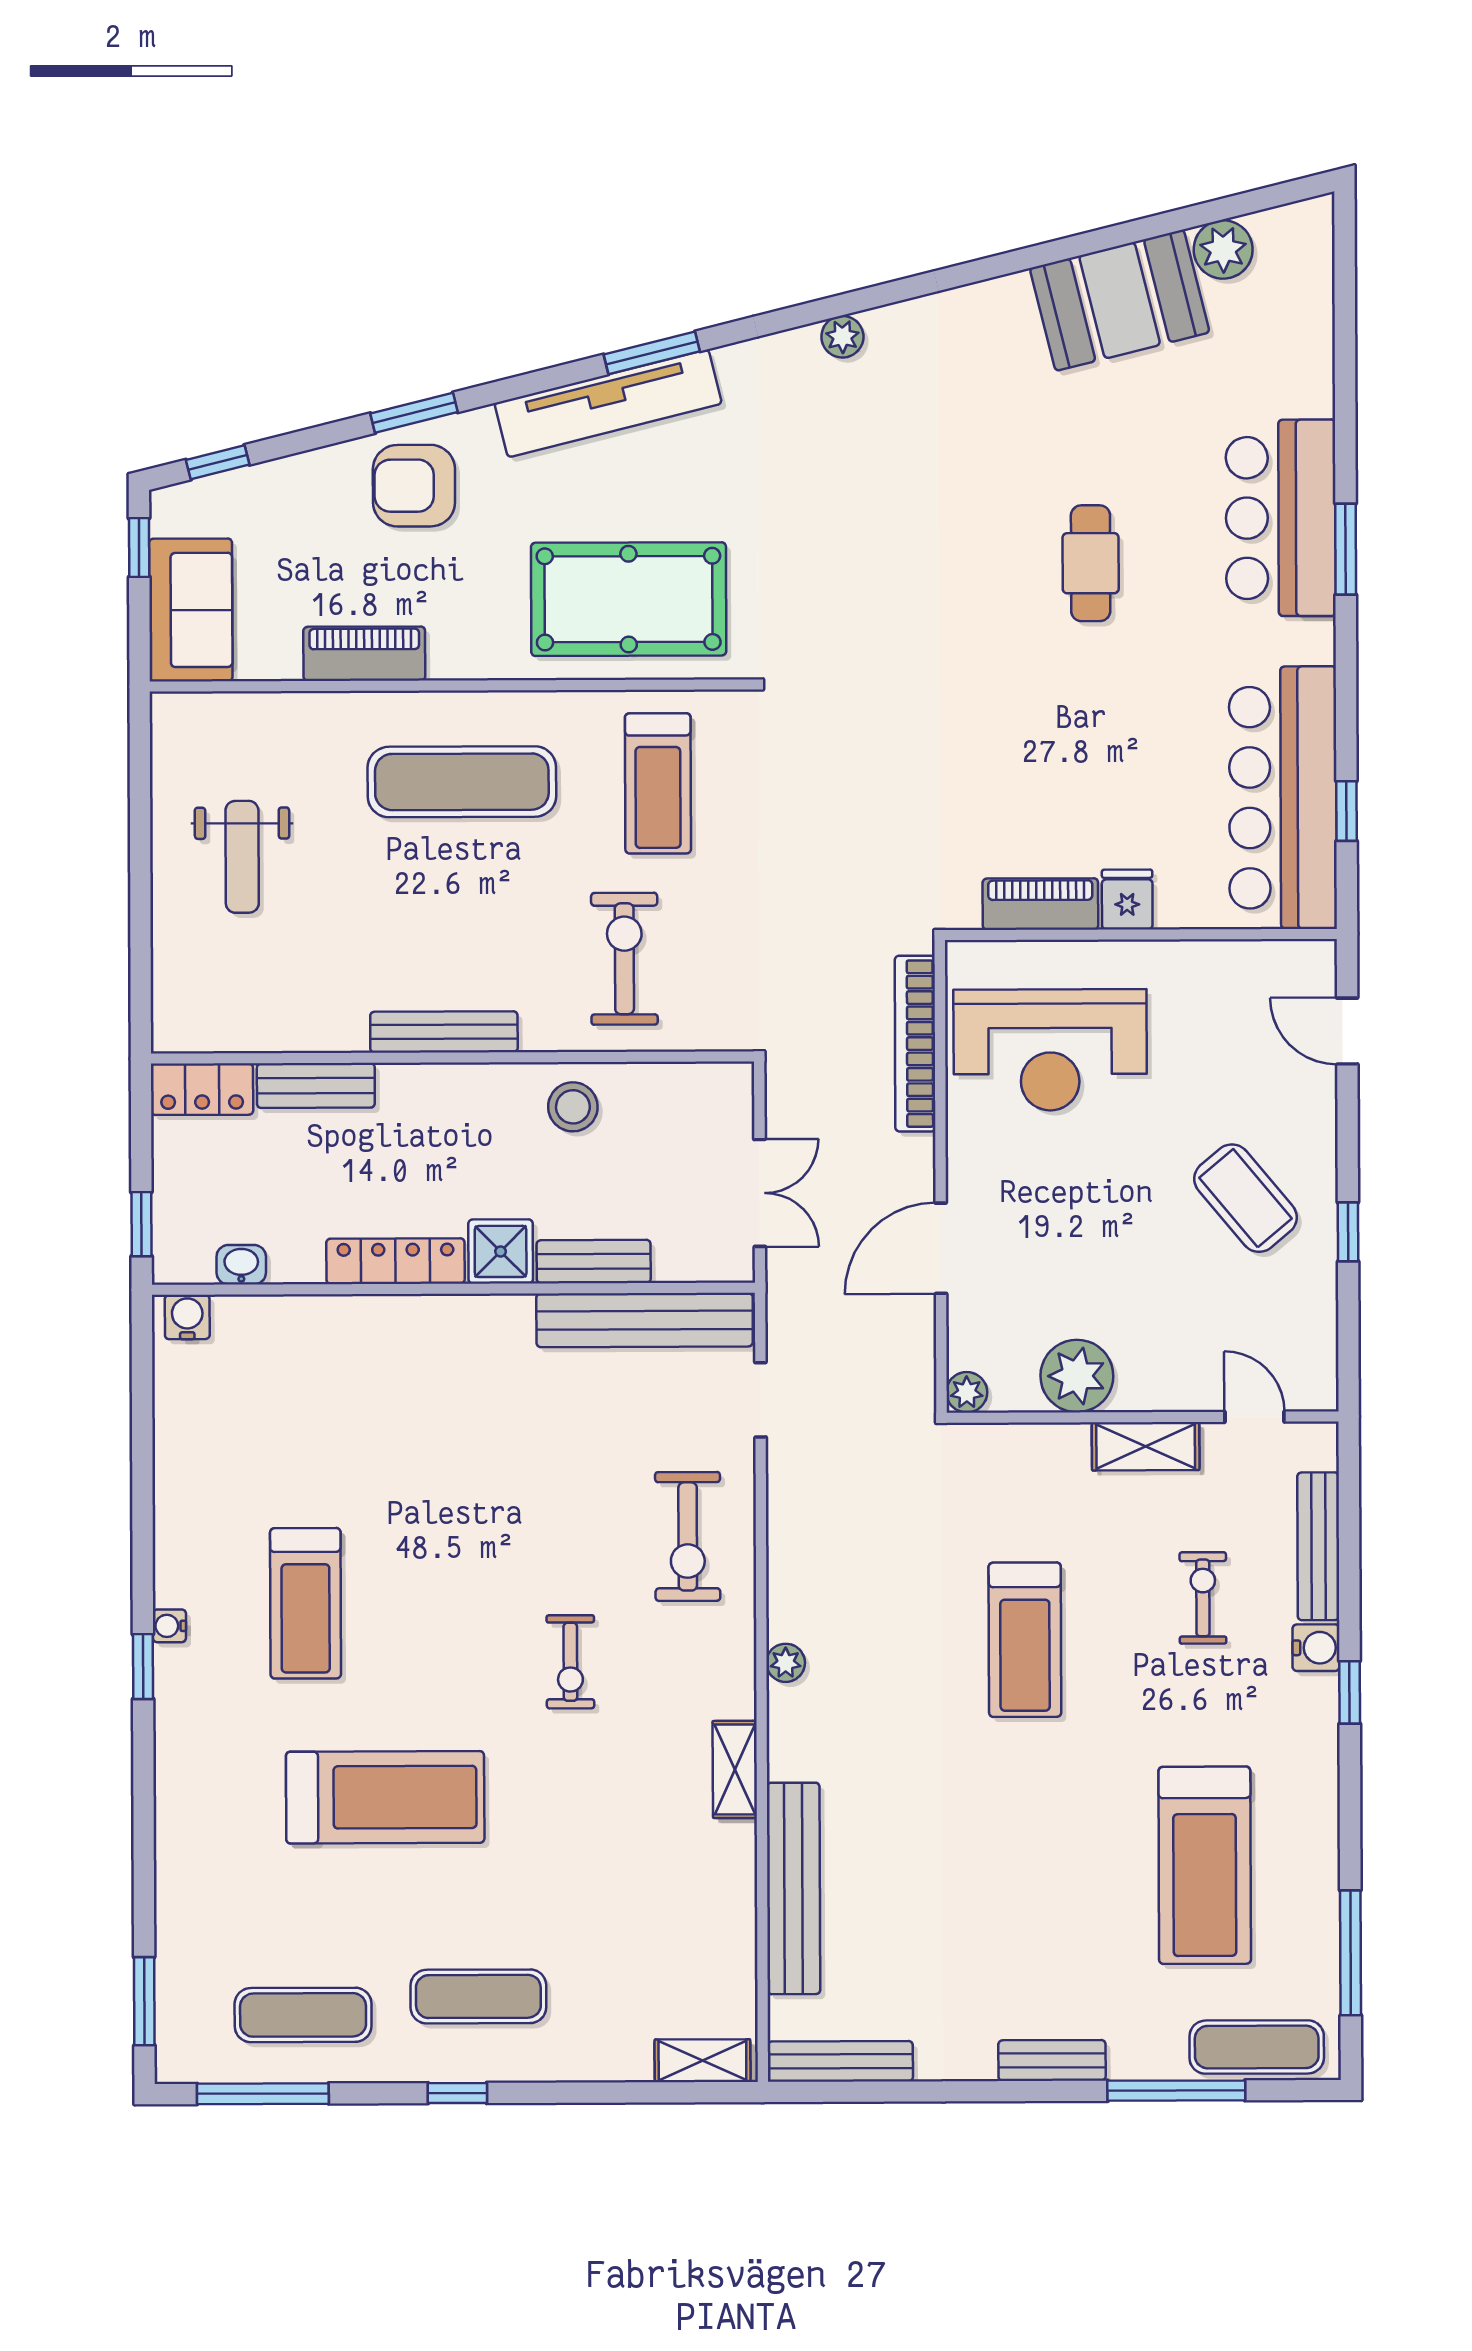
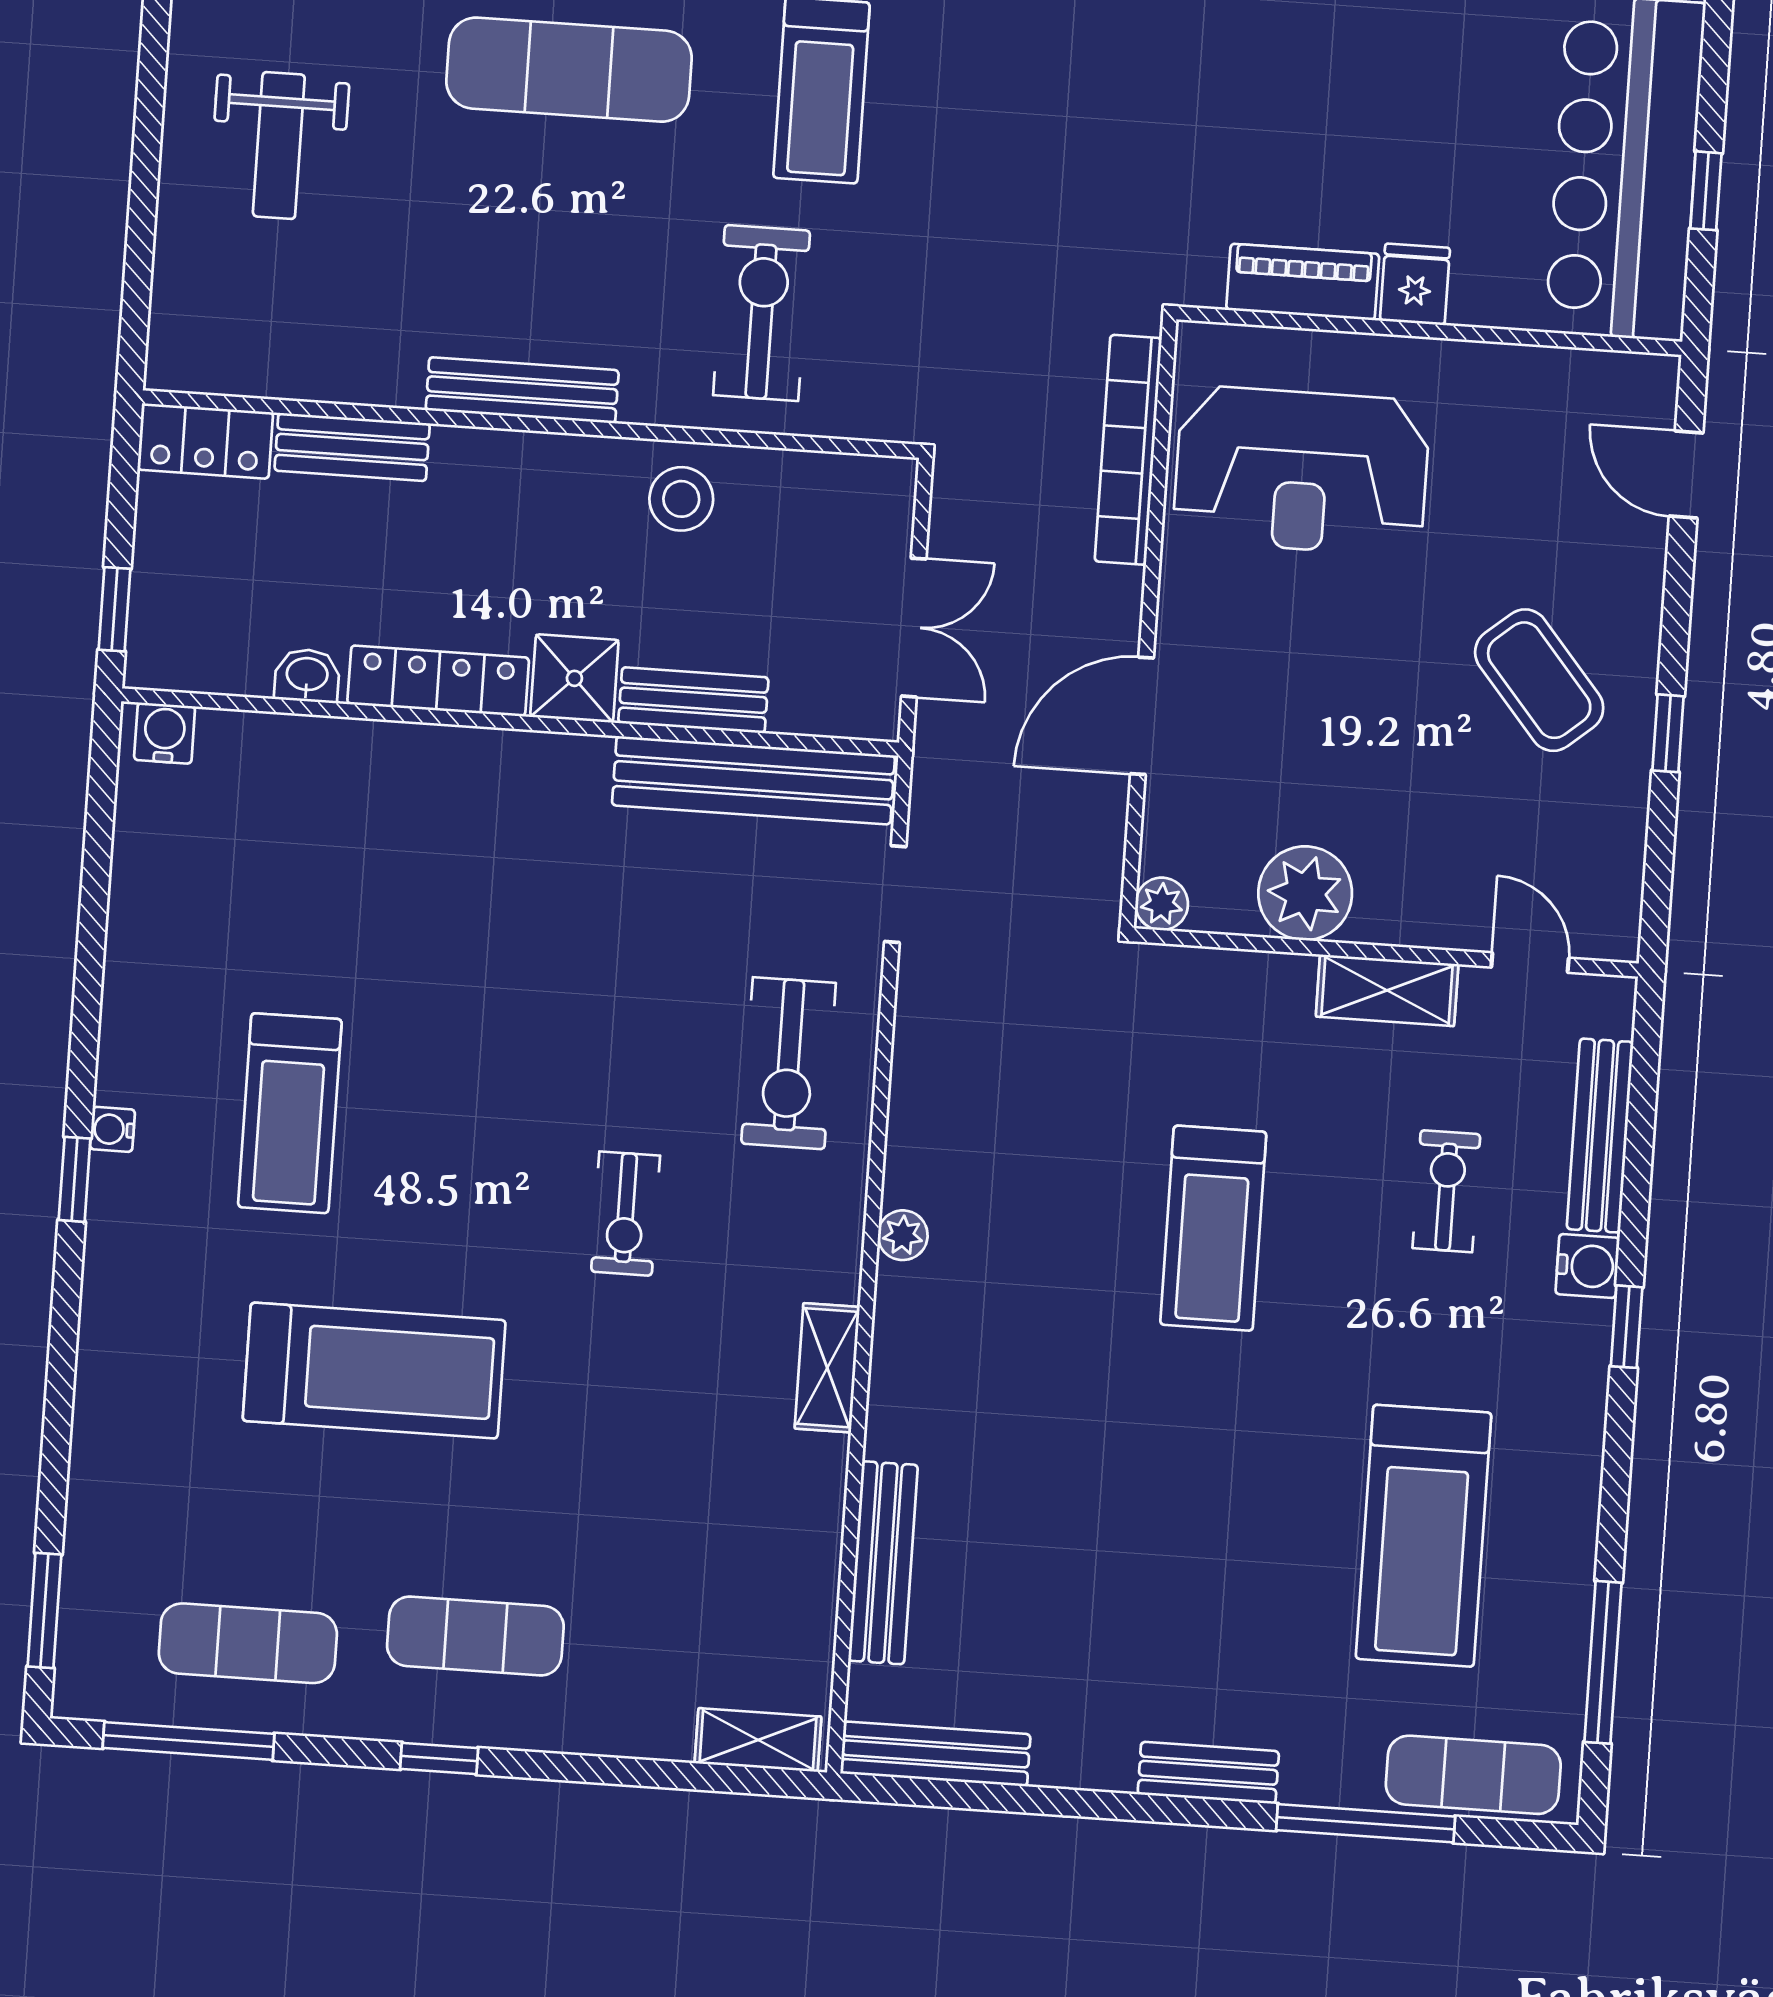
washbasin: (241, 1265) -> (307, 676), moved
bench: (793, 1888) -> (883, 1563), width x0.73, depth x0.82

